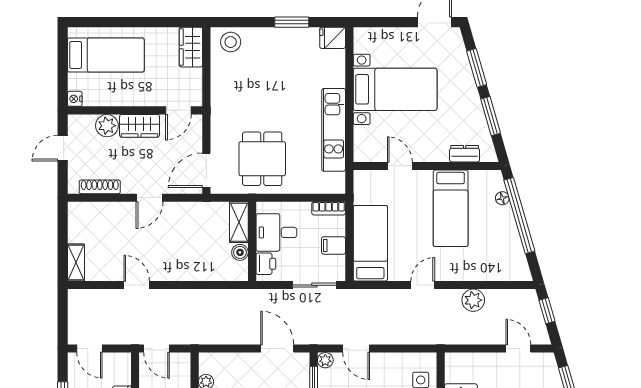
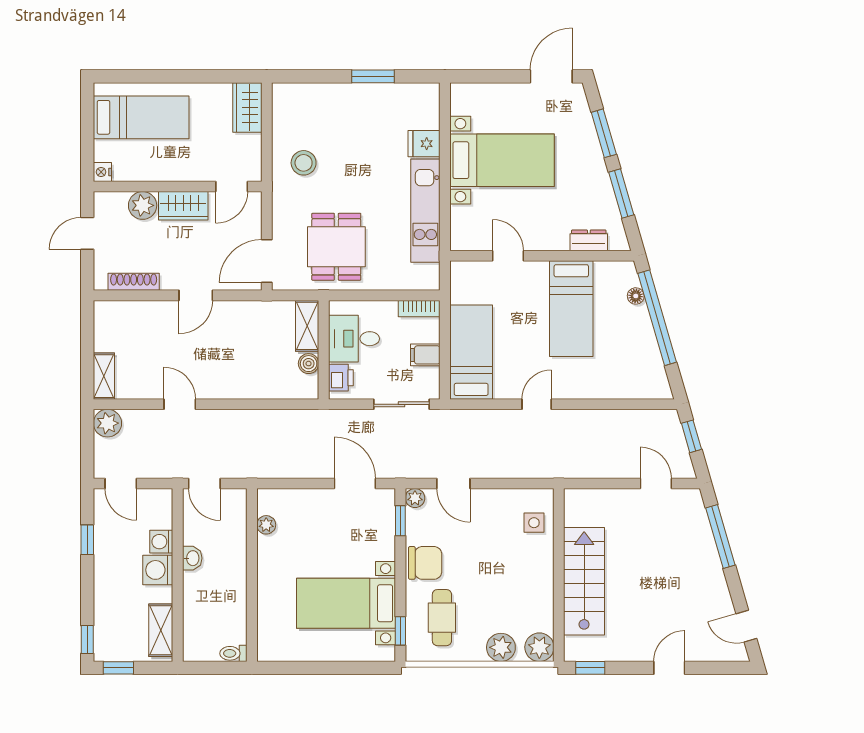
fridge: (333, 38) -> (424, 144), moved
stool: (231, 42) -> (304, 163), moved
plant: (473, 300) -> (107, 423), moved

